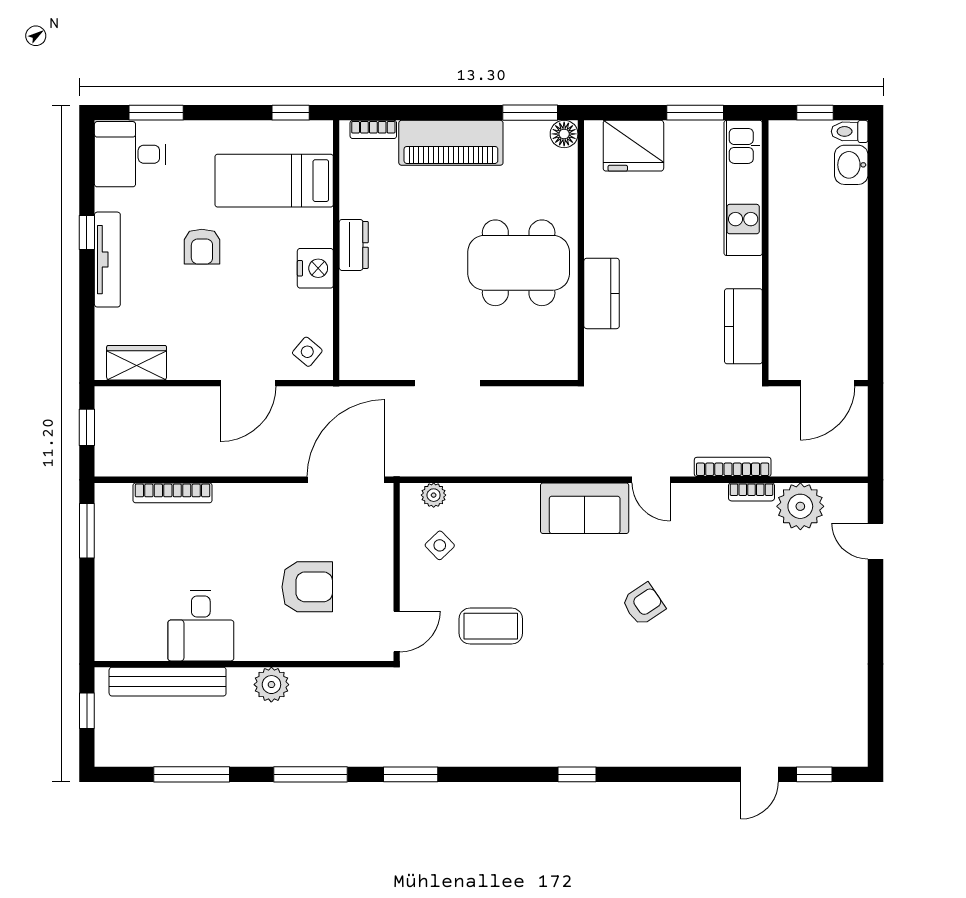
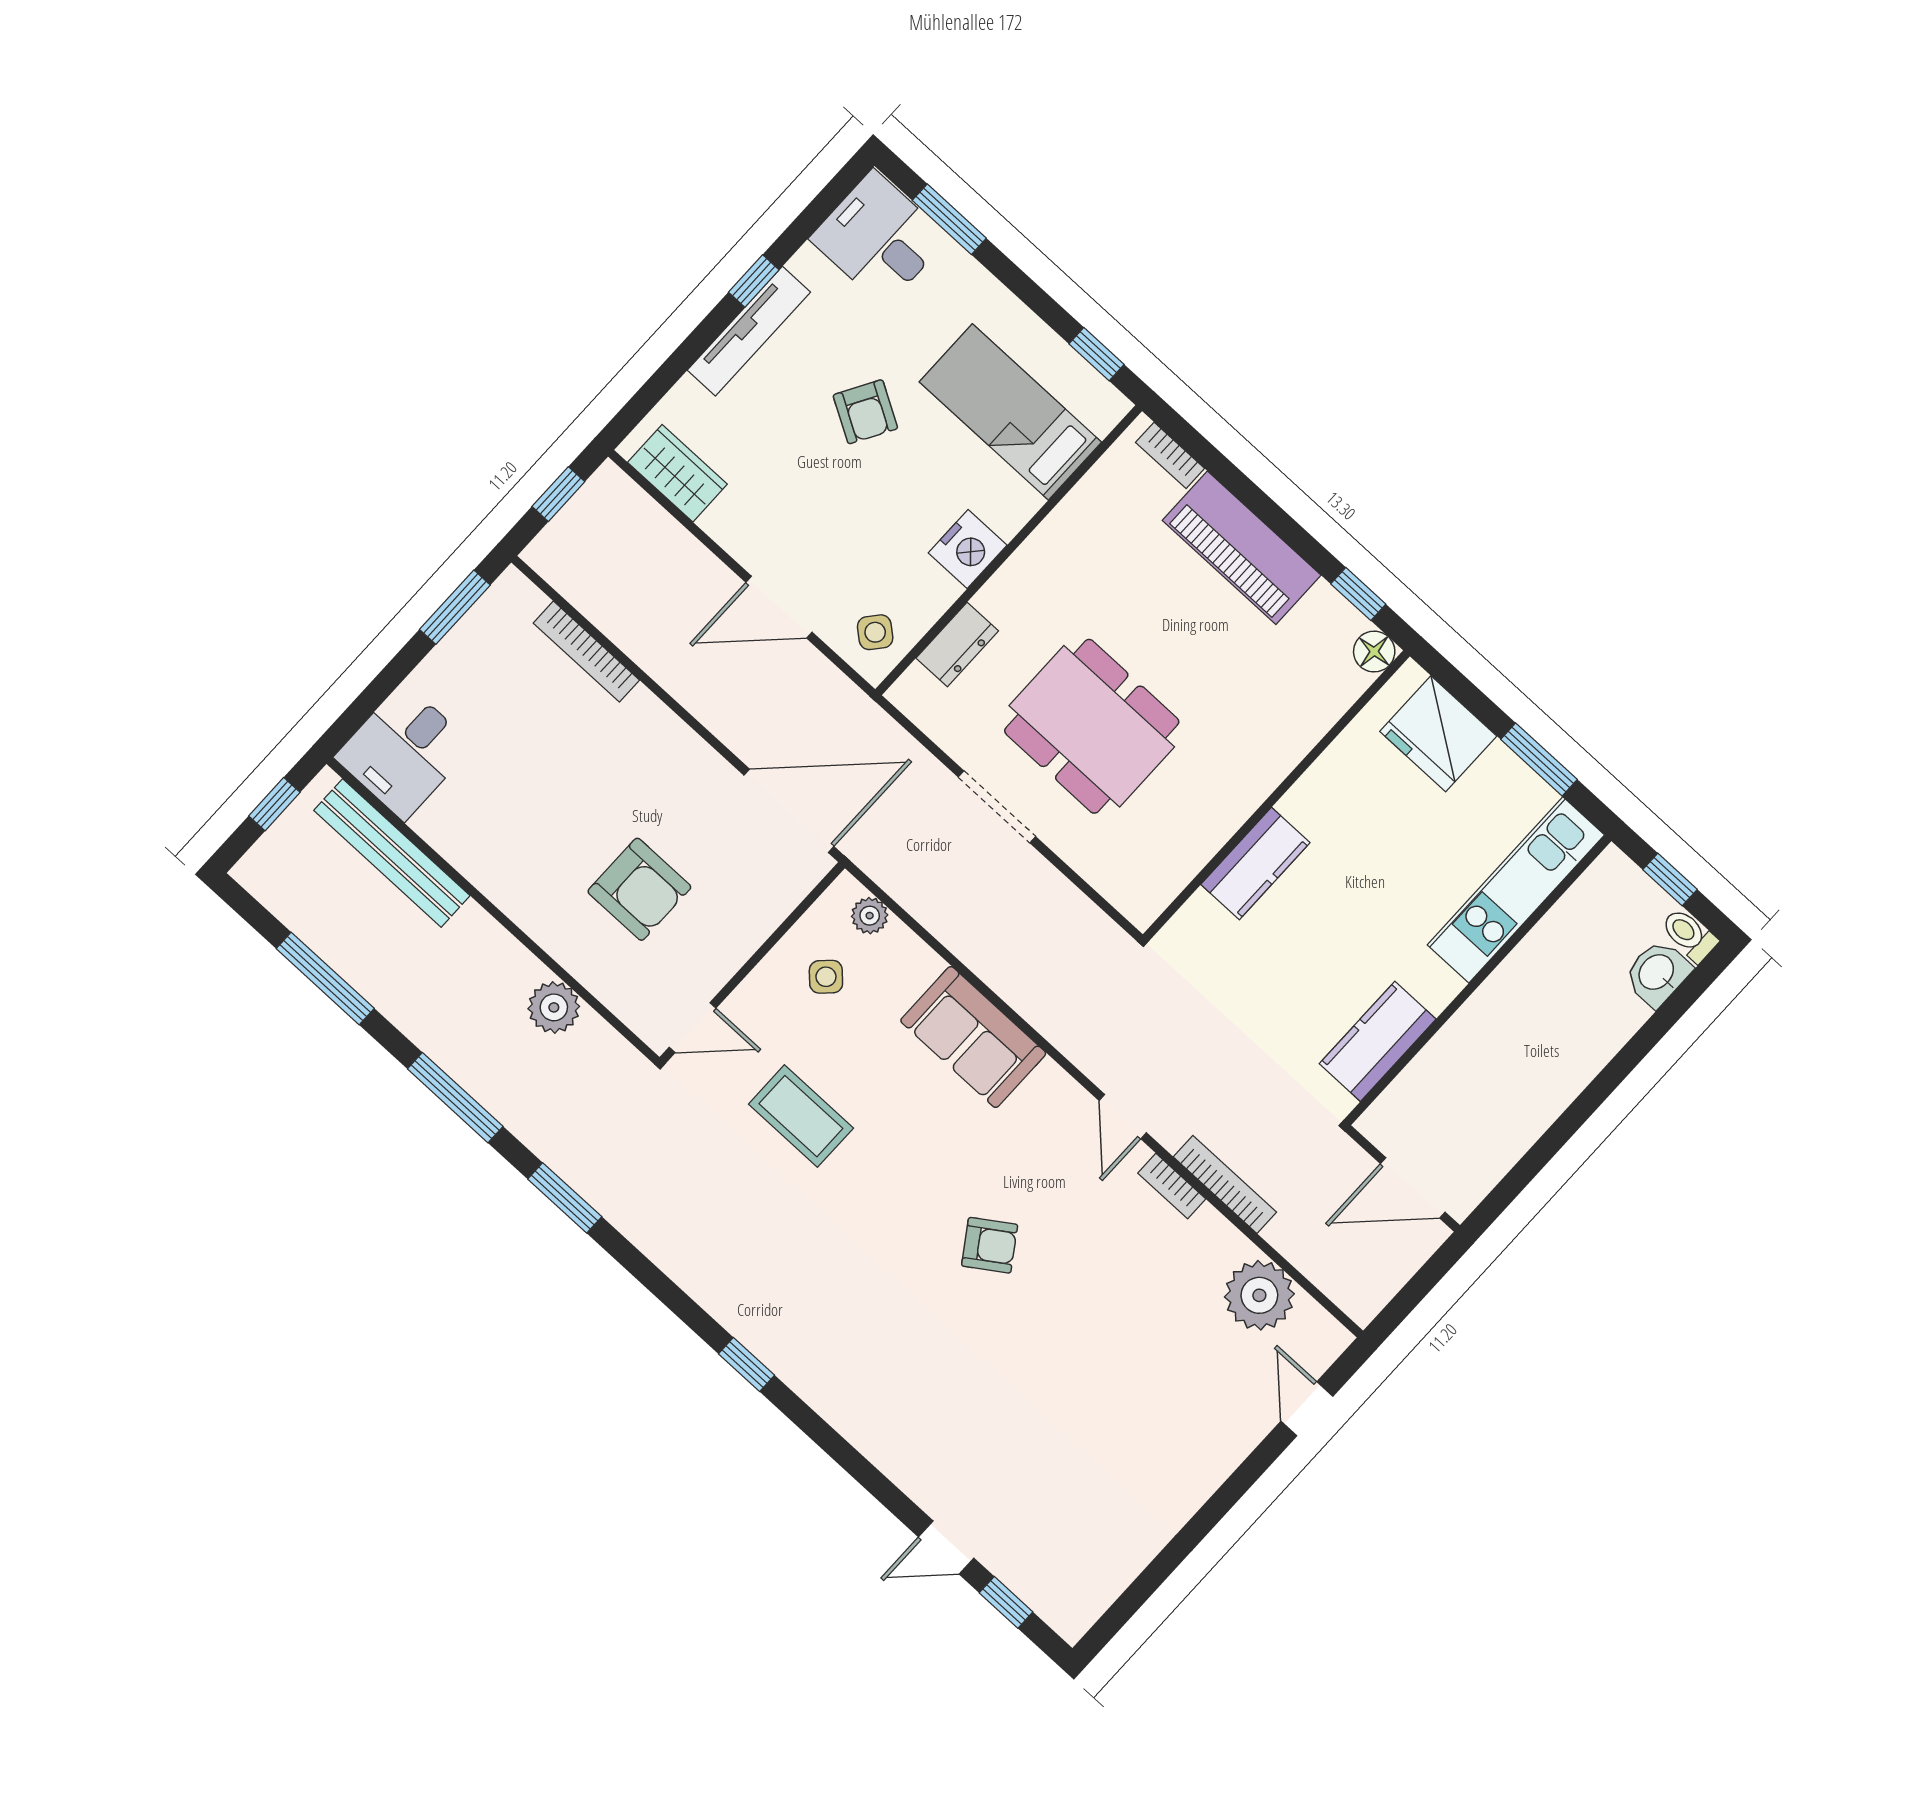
window: (530, 113) -> (1358, 594), width x0.67
dresser: (354, 245) -> (957, 644), moved
armchair: (202, 247) -> (865, 412), turned -60
dining table: (519, 263) -> (1092, 726), moved
bookcase: (751, 492) -> (1172, 1186), moved
sofa: (585, 508) -> (973, 1037), moved
desk: (201, 626) -> (404, 751), moved
plant: (271, 685) -> (554, 1007), moved

